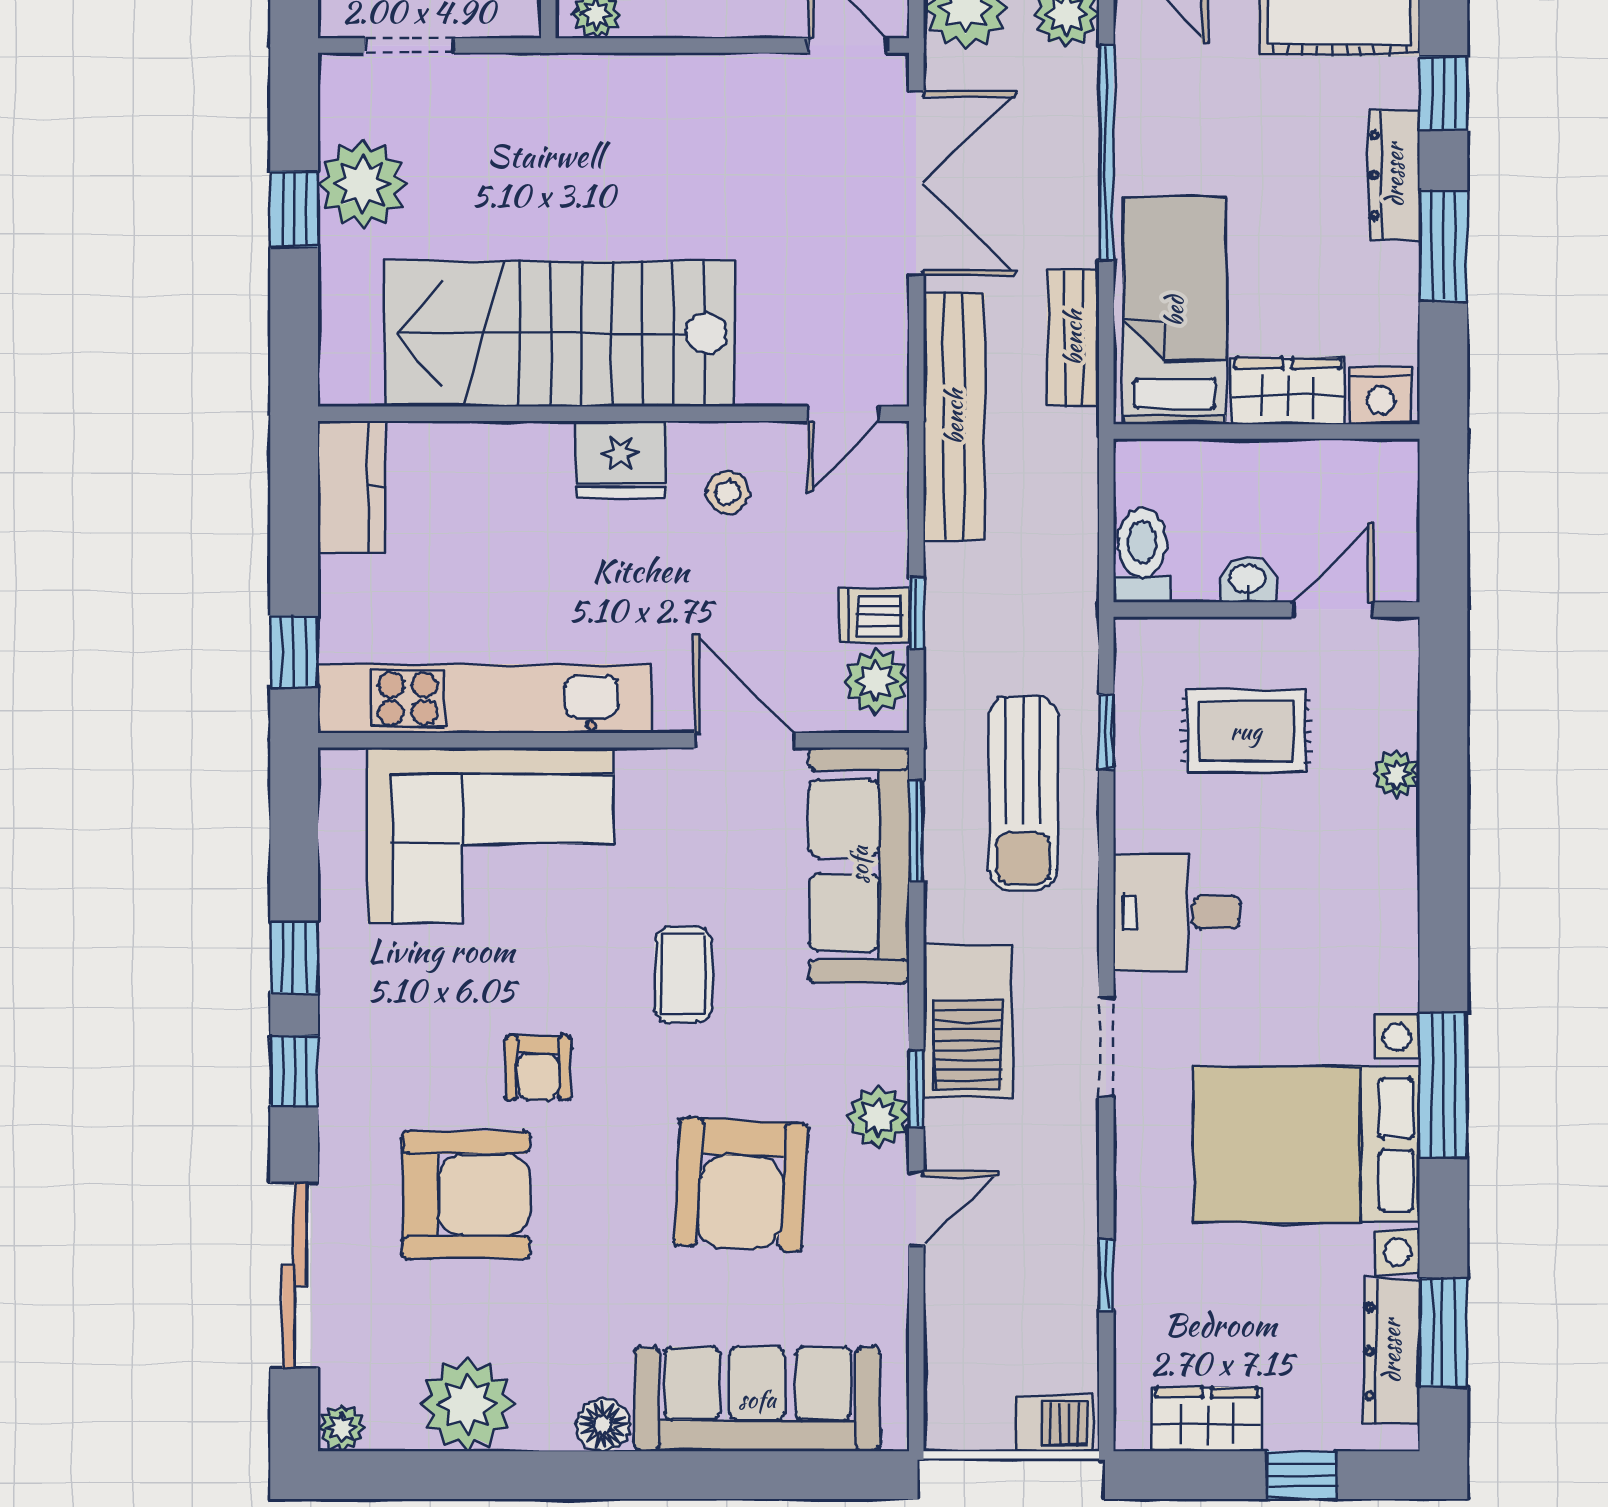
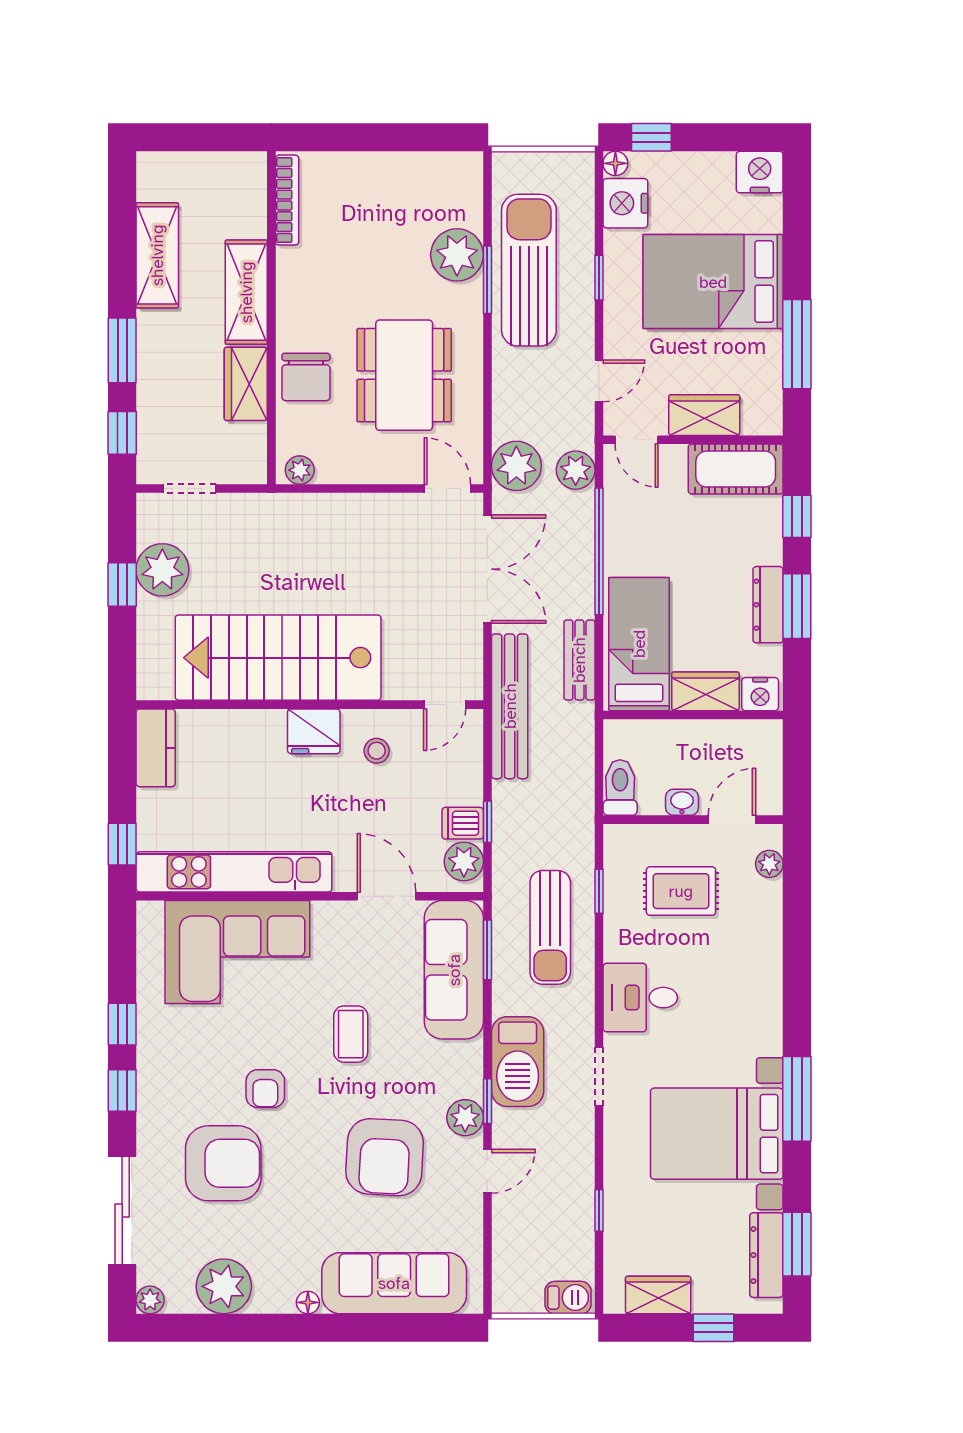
dresser: (1394, 175) -> (768, 605), moved
plant: (1396, 774) -> (769, 864), moved
floor lamp: (603, 1425) -> (308, 1302), width x0.73, depth x0.73

